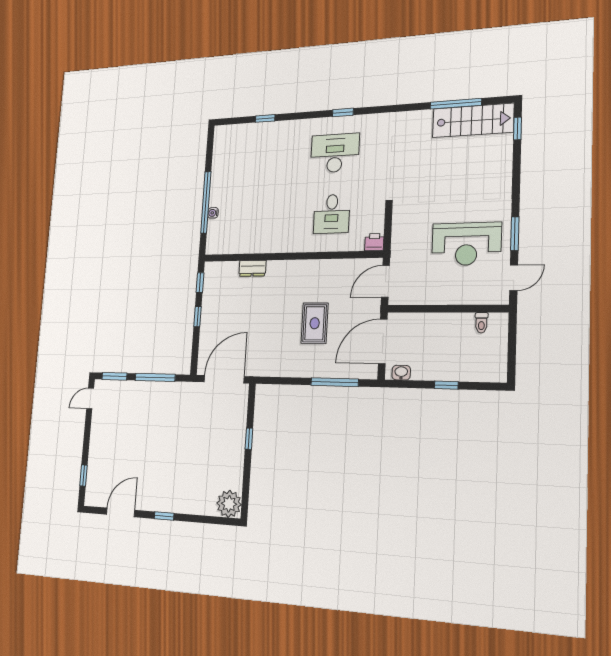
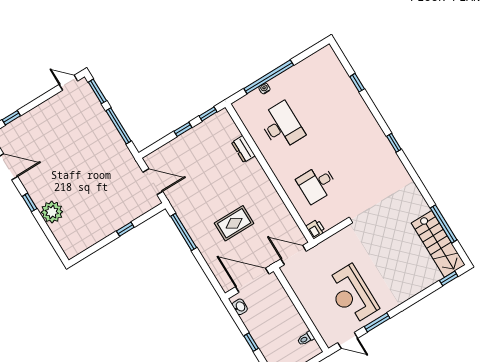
desk: (335, 153) -> (282, 126), moved
door: (224, 379) -> (153, 182), width x0.73
window: (335, 382) -> (184, 232), moved
plant: (229, 504) -> (52, 212), moved

